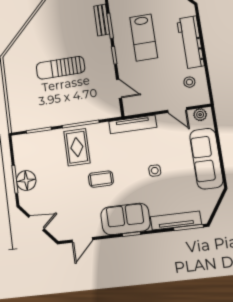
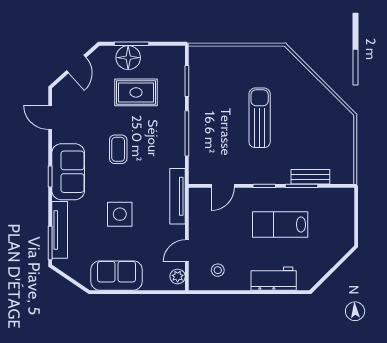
workbench: (190, 42) -> (274, 279), width x0.73
rug: (77, 147) -> (136, 92), moved
sofa: (206, 159) -> (117, 276), width x0.73
side table: (155, 171) -> (120, 214), width x1.87, depth x1.87

